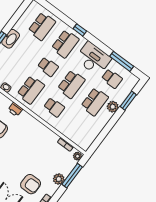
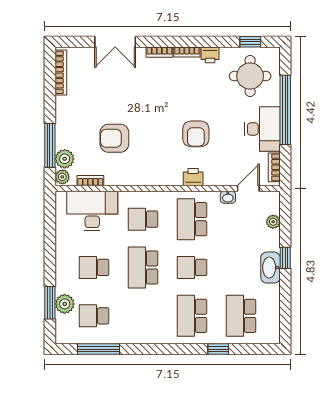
window: (80, 30) -> (218, 349), moved
desk: (93, 59) -> (92, 211), moved, turned 180
school desk: (95, 102) -> (94, 267), width x0.54
plant: (113, 107) -> (65, 304), moved
plant: (59, 179) -> (65, 159), moved
armchair: (31, 184) -> (114, 138), moved

